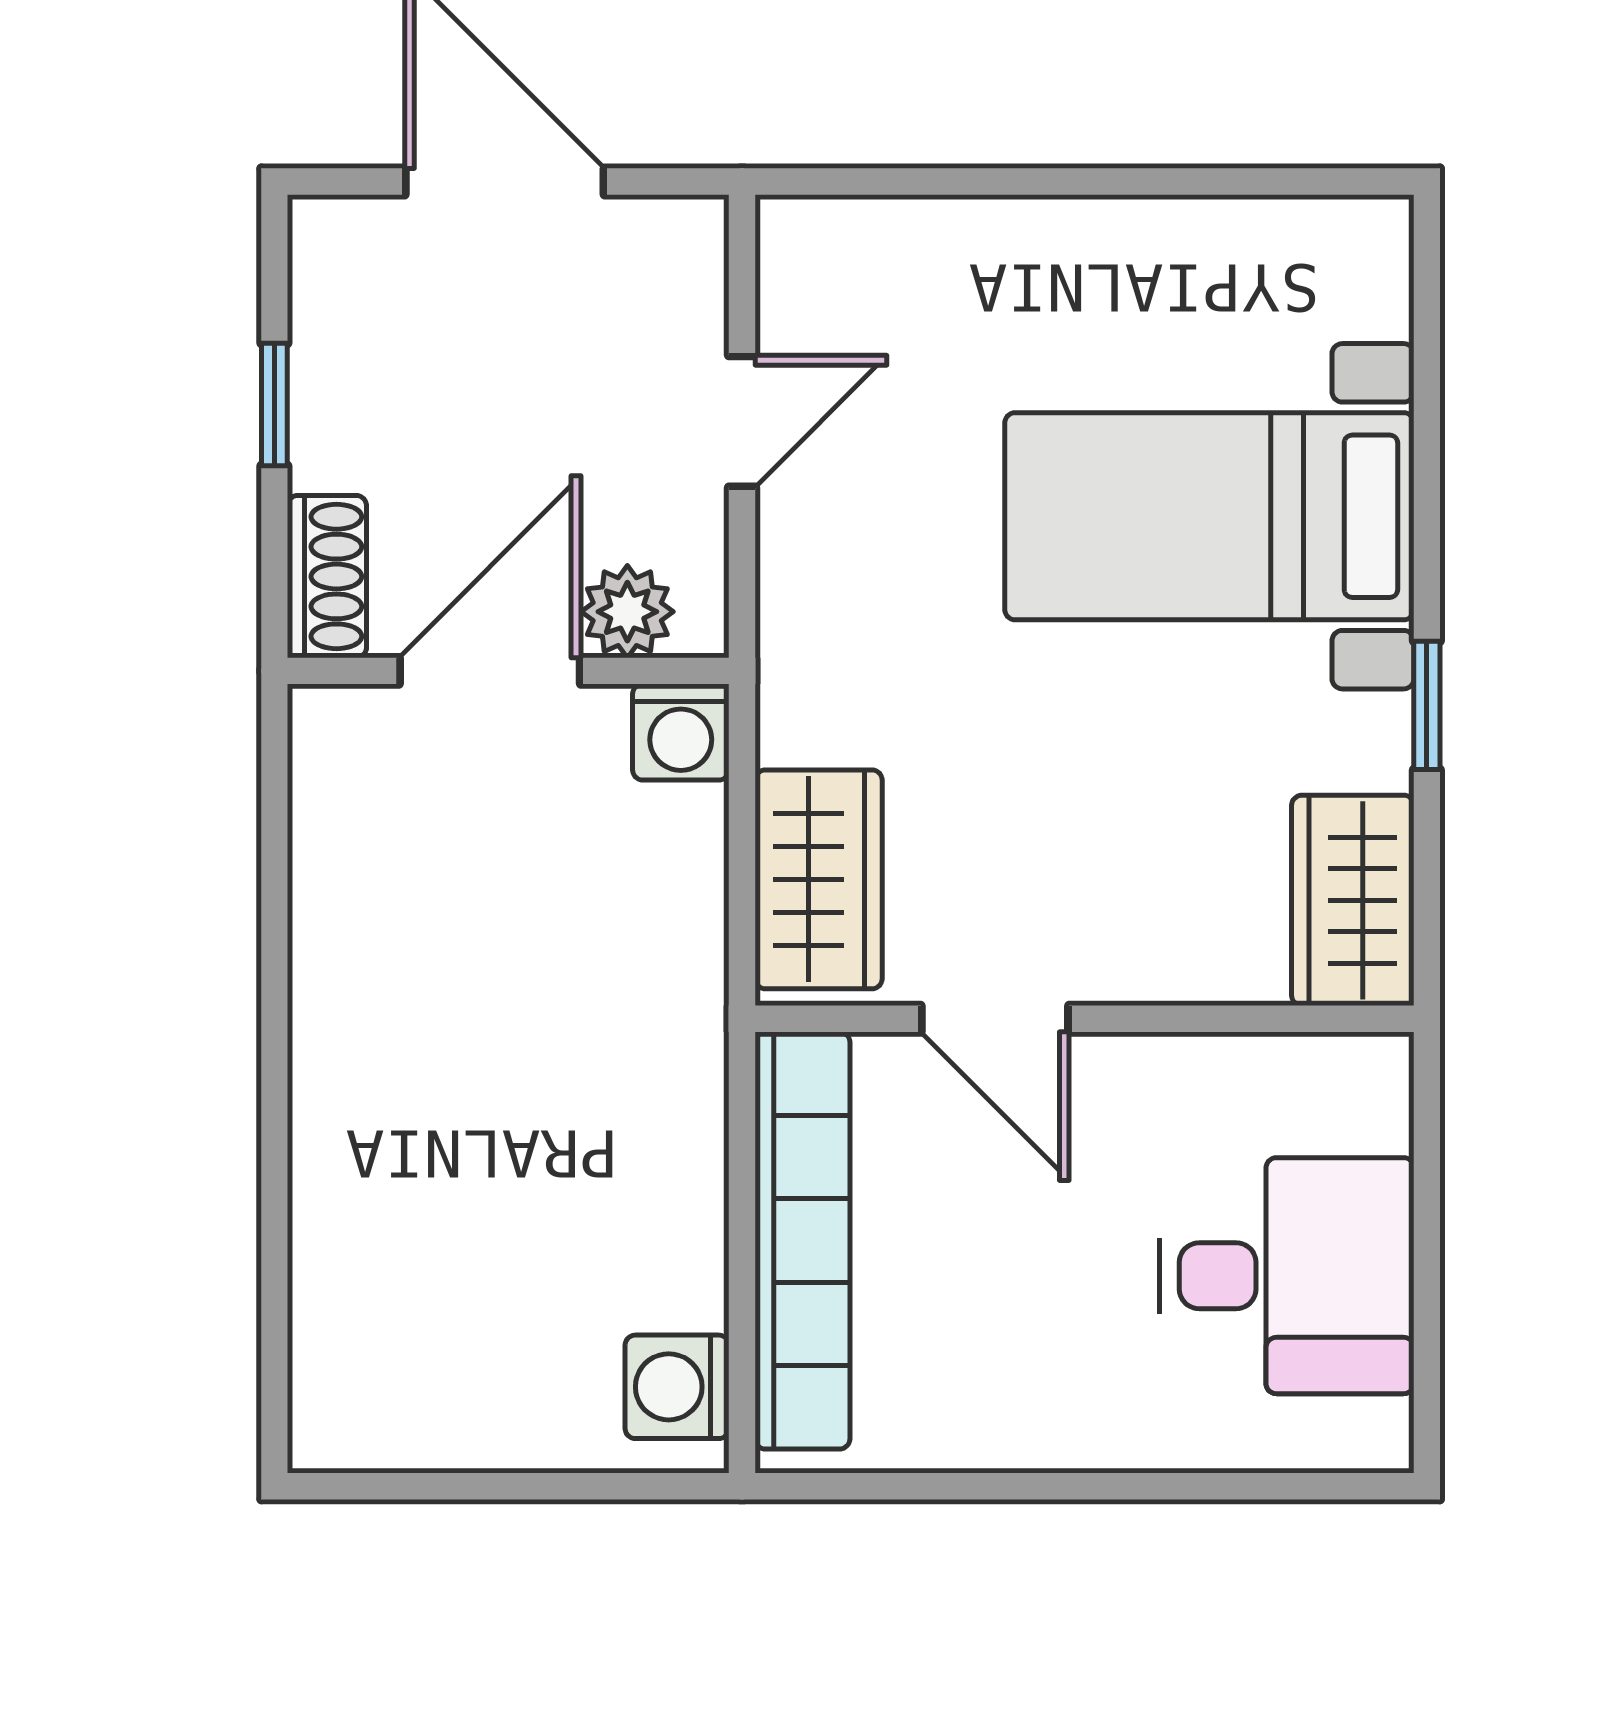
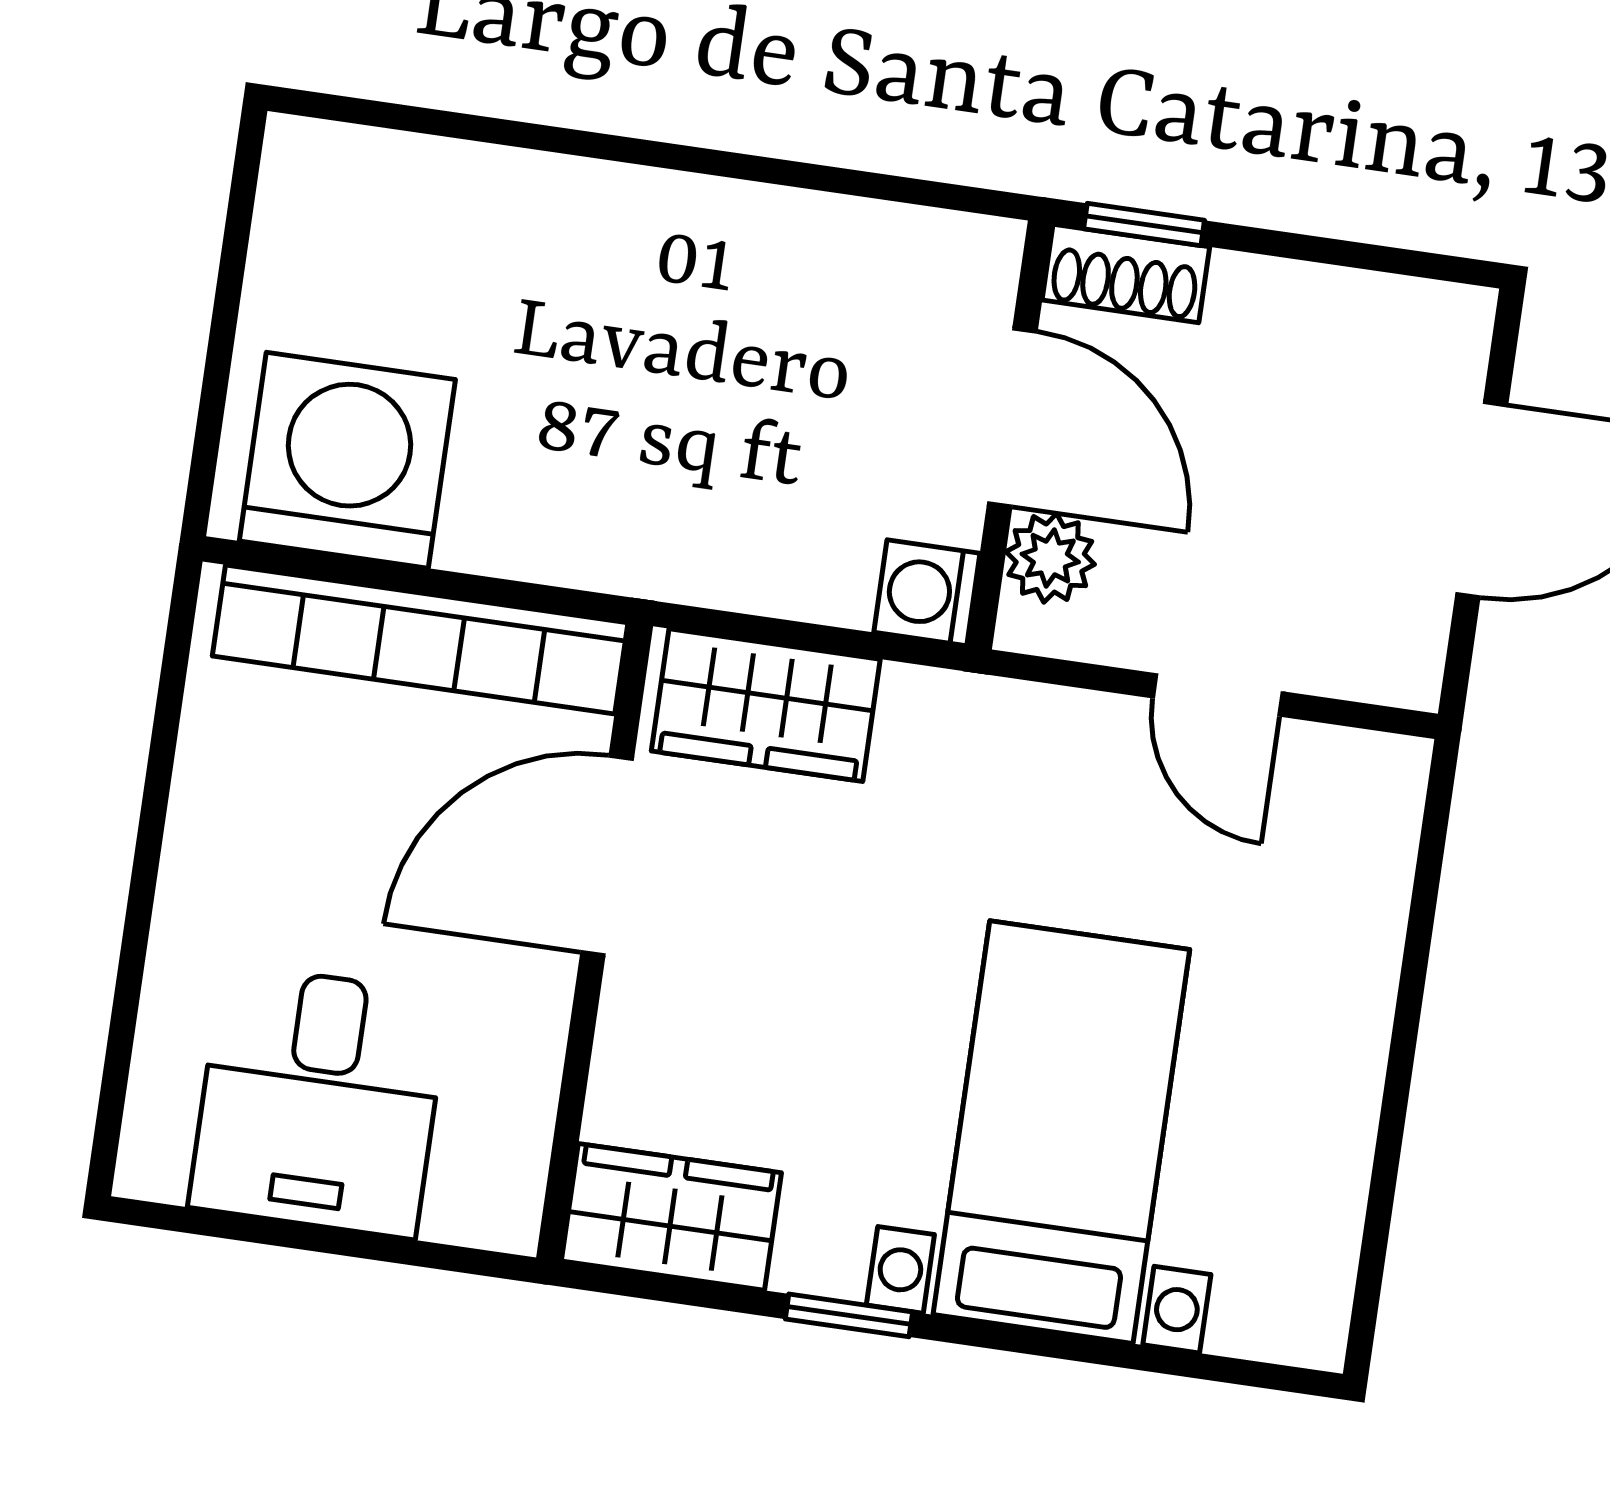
window: (274, 405) -> (1144, 224), moved
door: (995, 1019) -> (607, 856), width x1.38
washing machine: (677, 1387) -> (347, 460), width x1.89, depth x1.89

